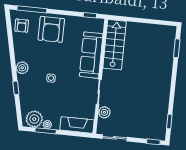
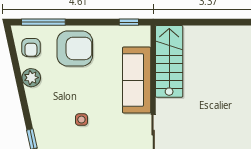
armchair: (51, 29) -> (75, 48), turned -90
plant: (22, 68) -> (31, 78), moved

